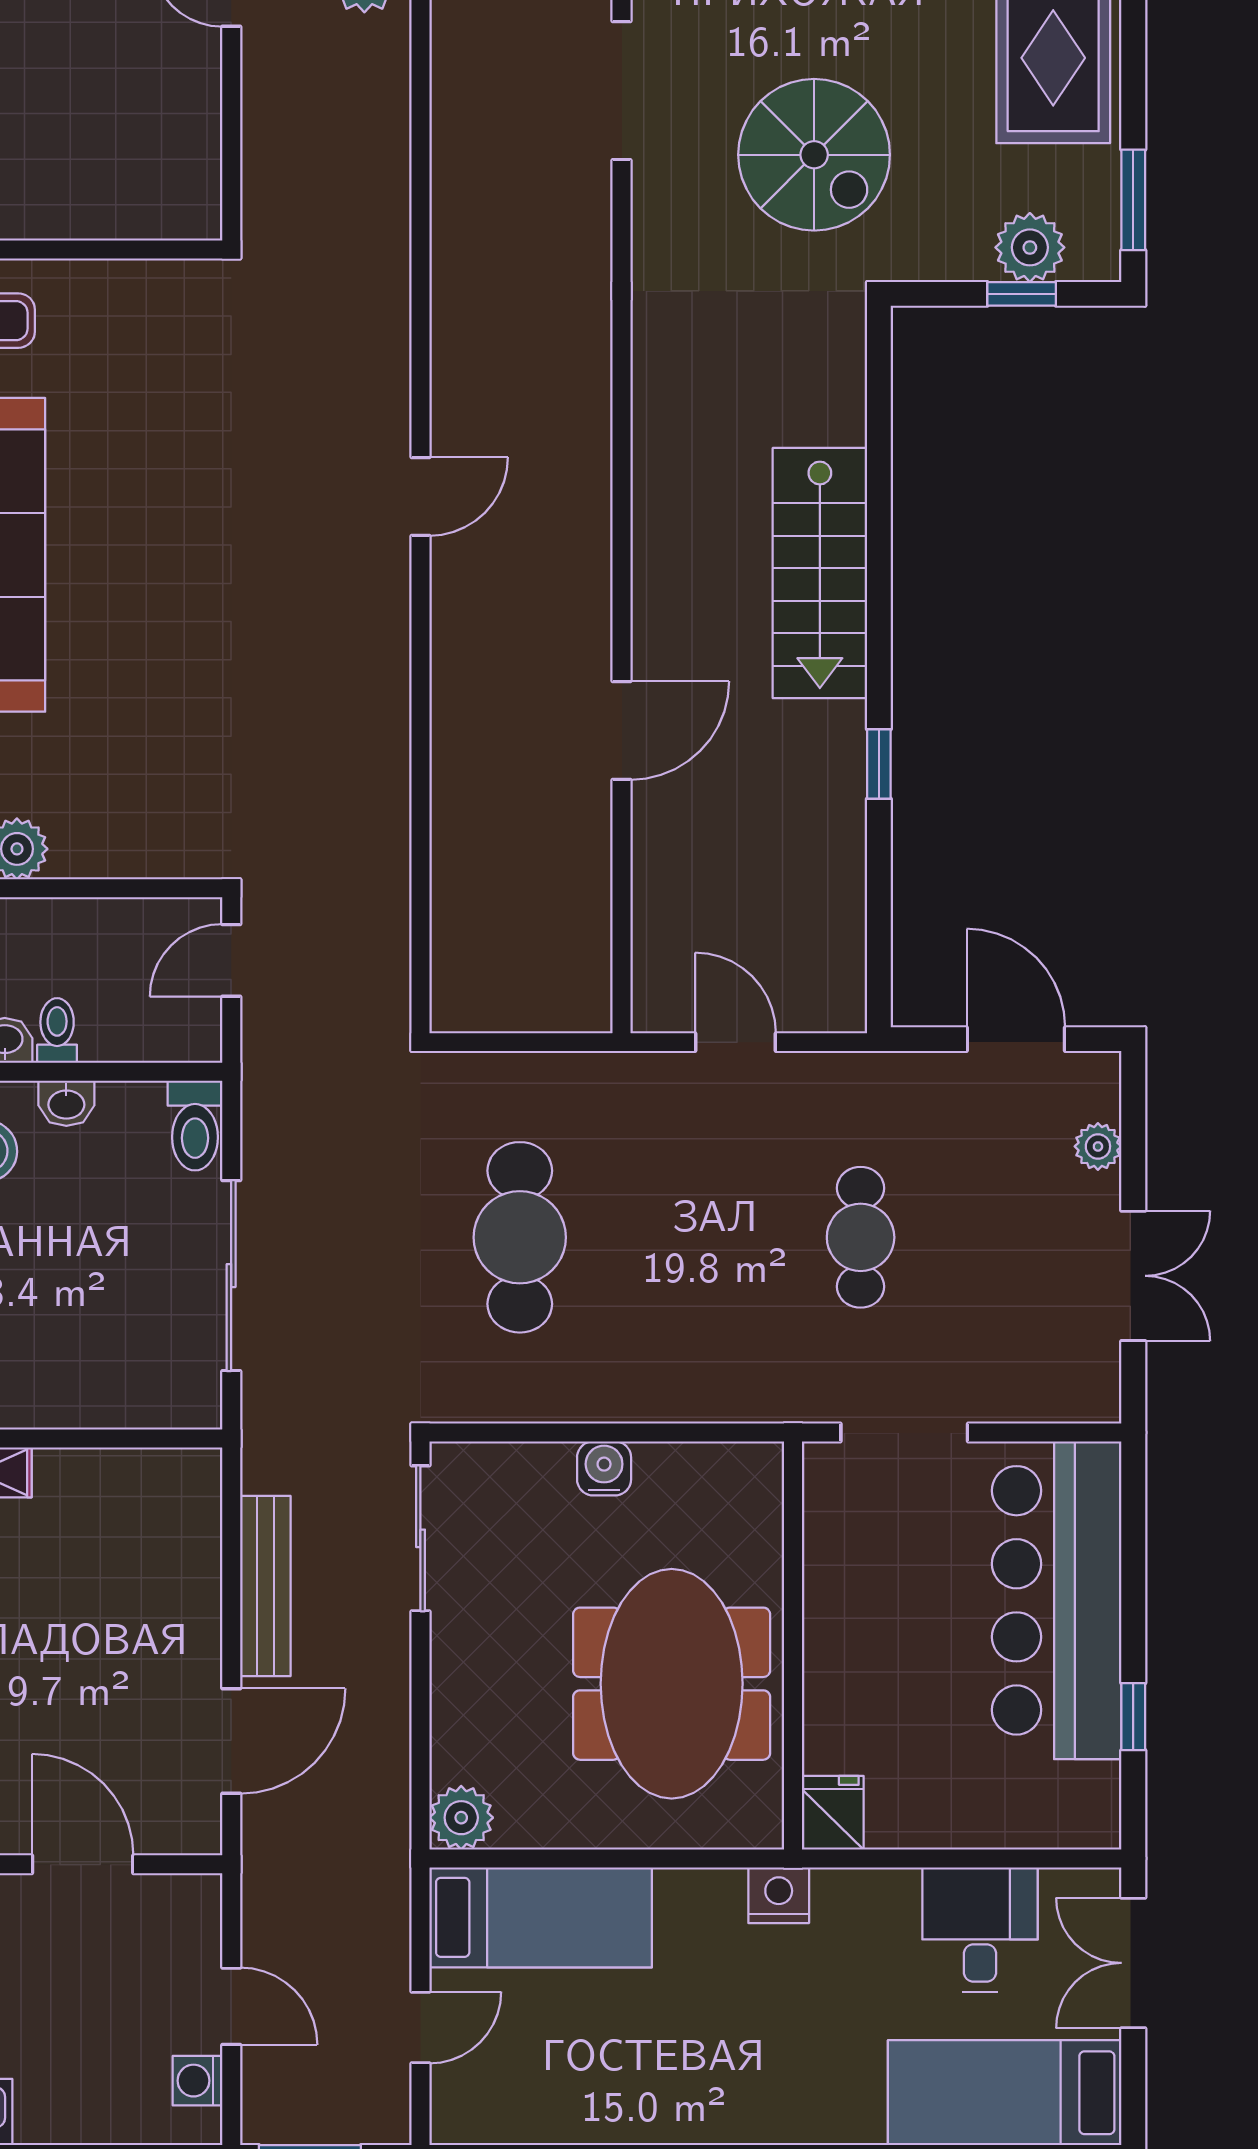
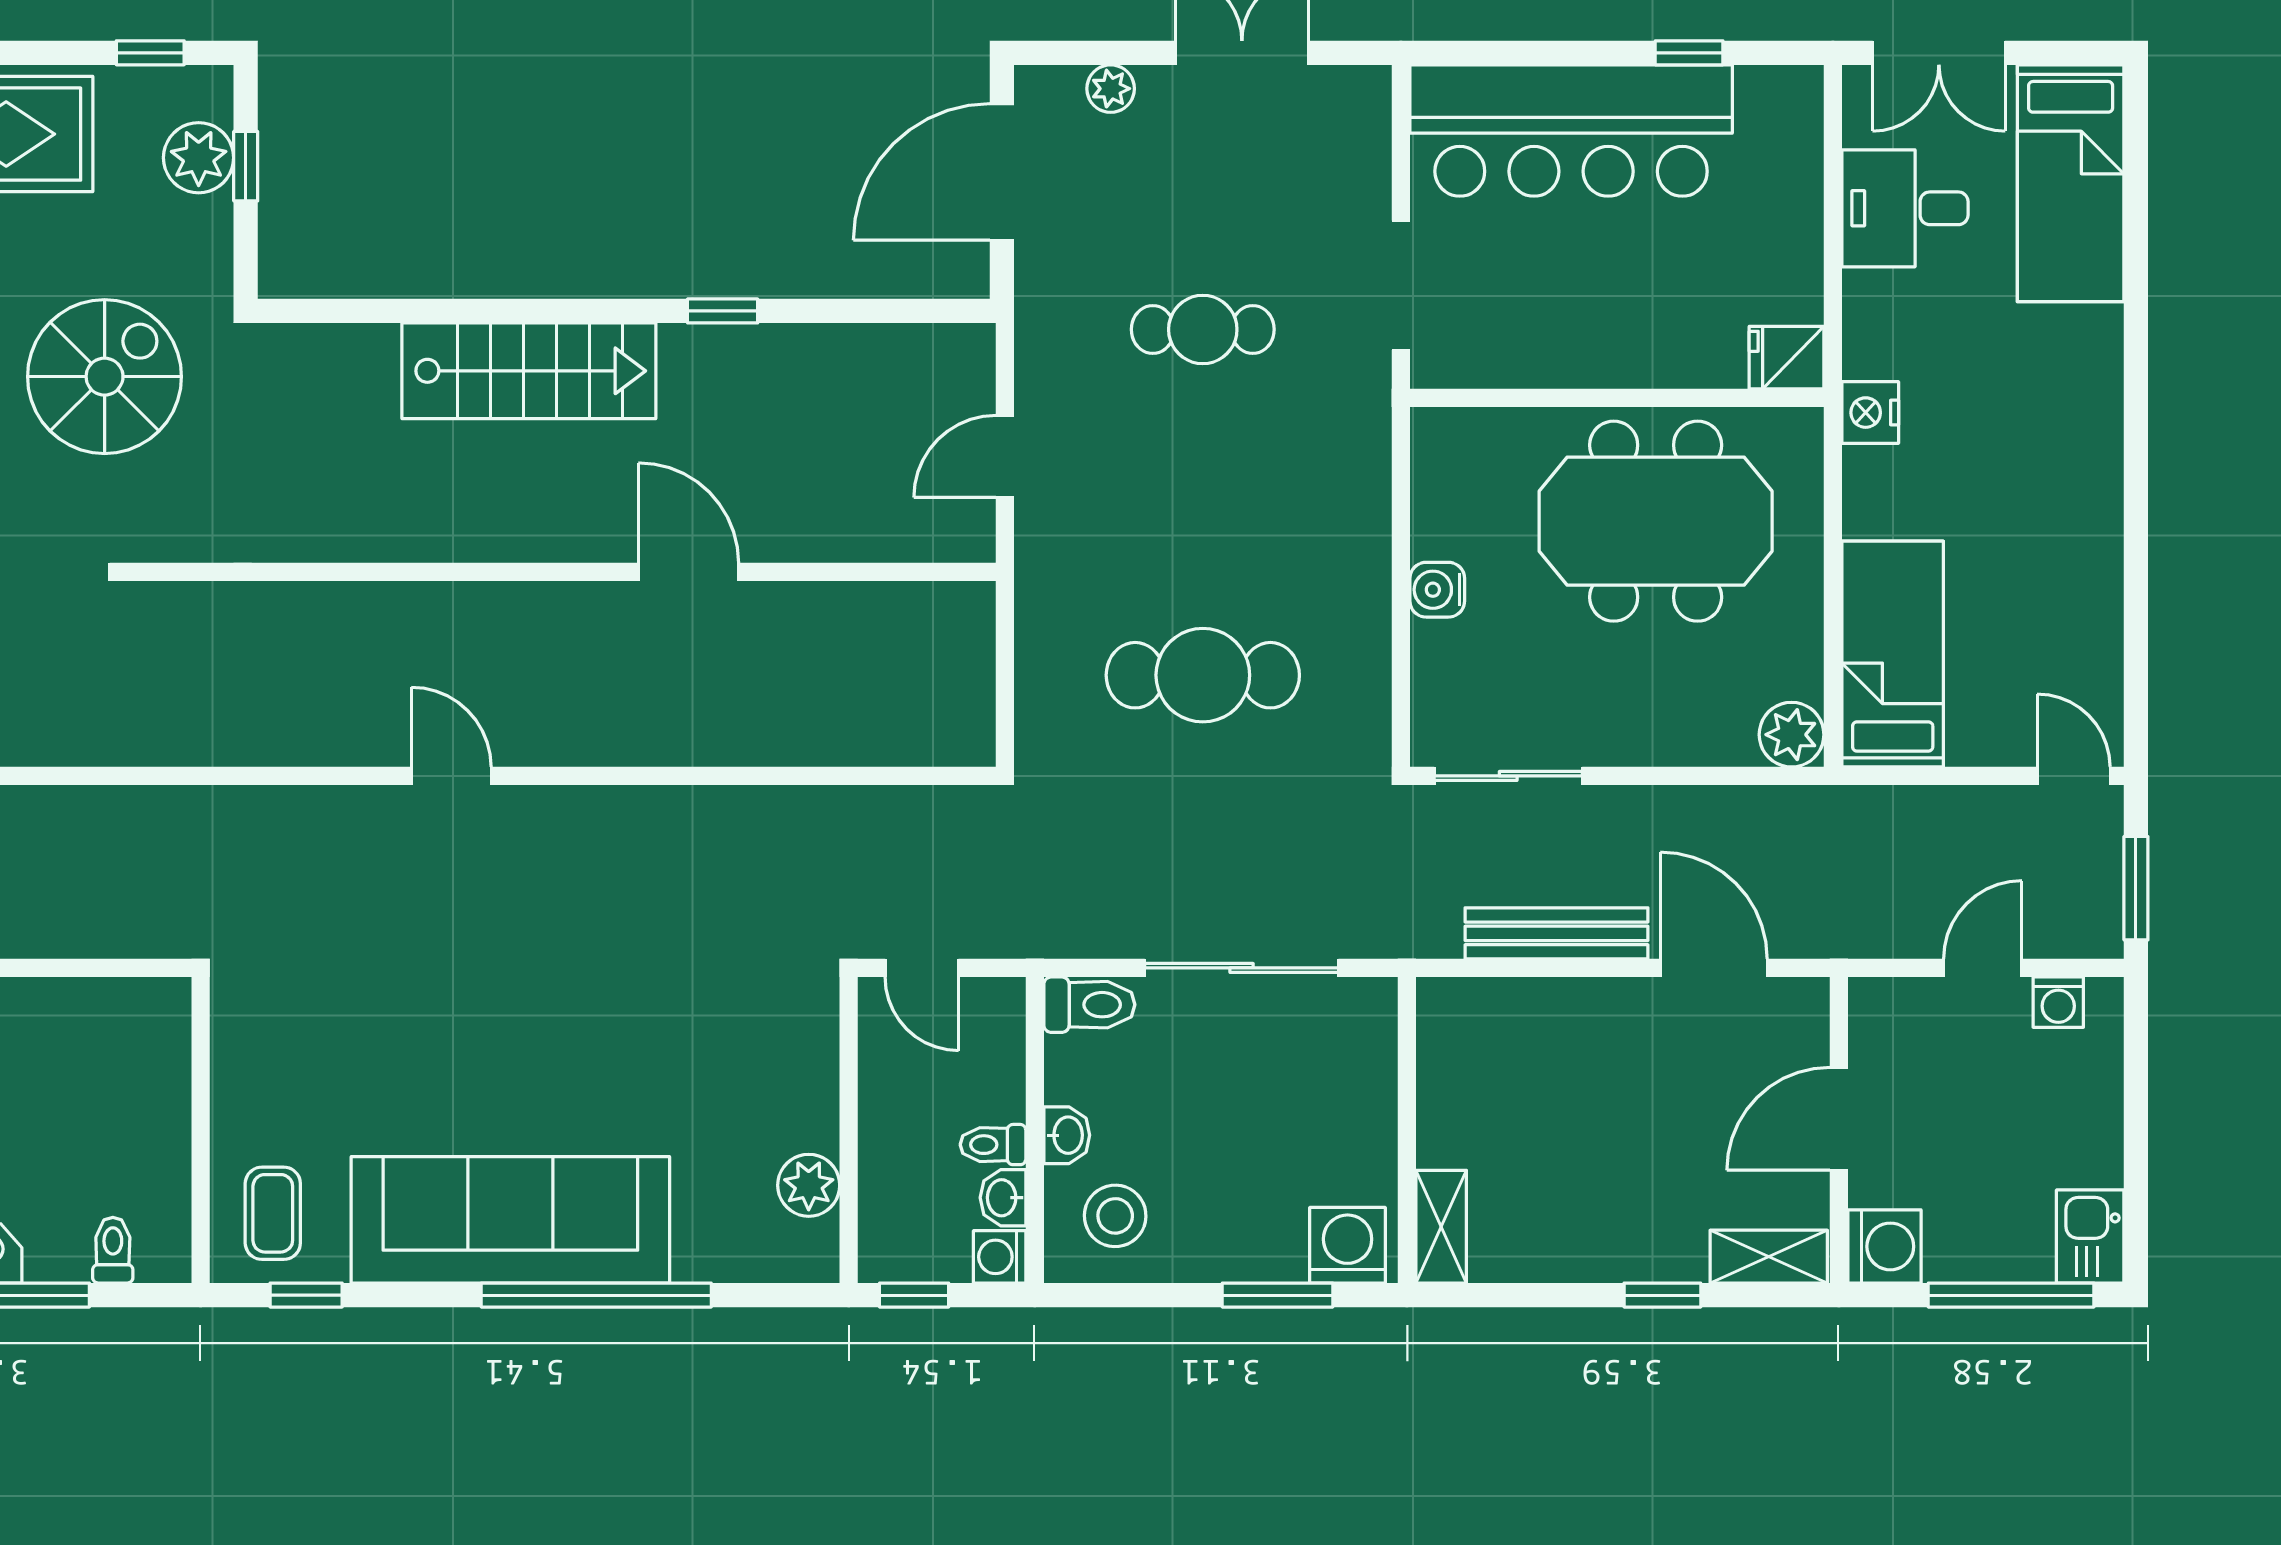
window: (1133, 200) -> (150, 53), width x0.67
door: (1016, 1039) -> (1002, 172), width x1.36
door: (420, 2027) -> (2074, 776), moved

